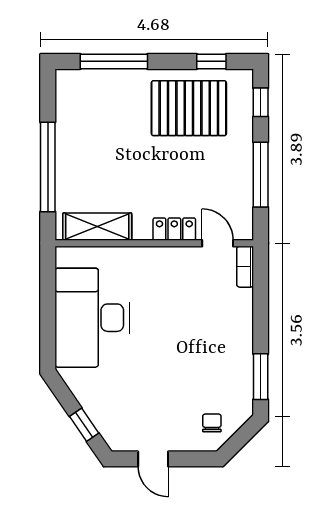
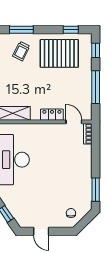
window: (114, 61) -> (21, 30), width x0.69
trolley: (114, 104) -> (21, 51), added

